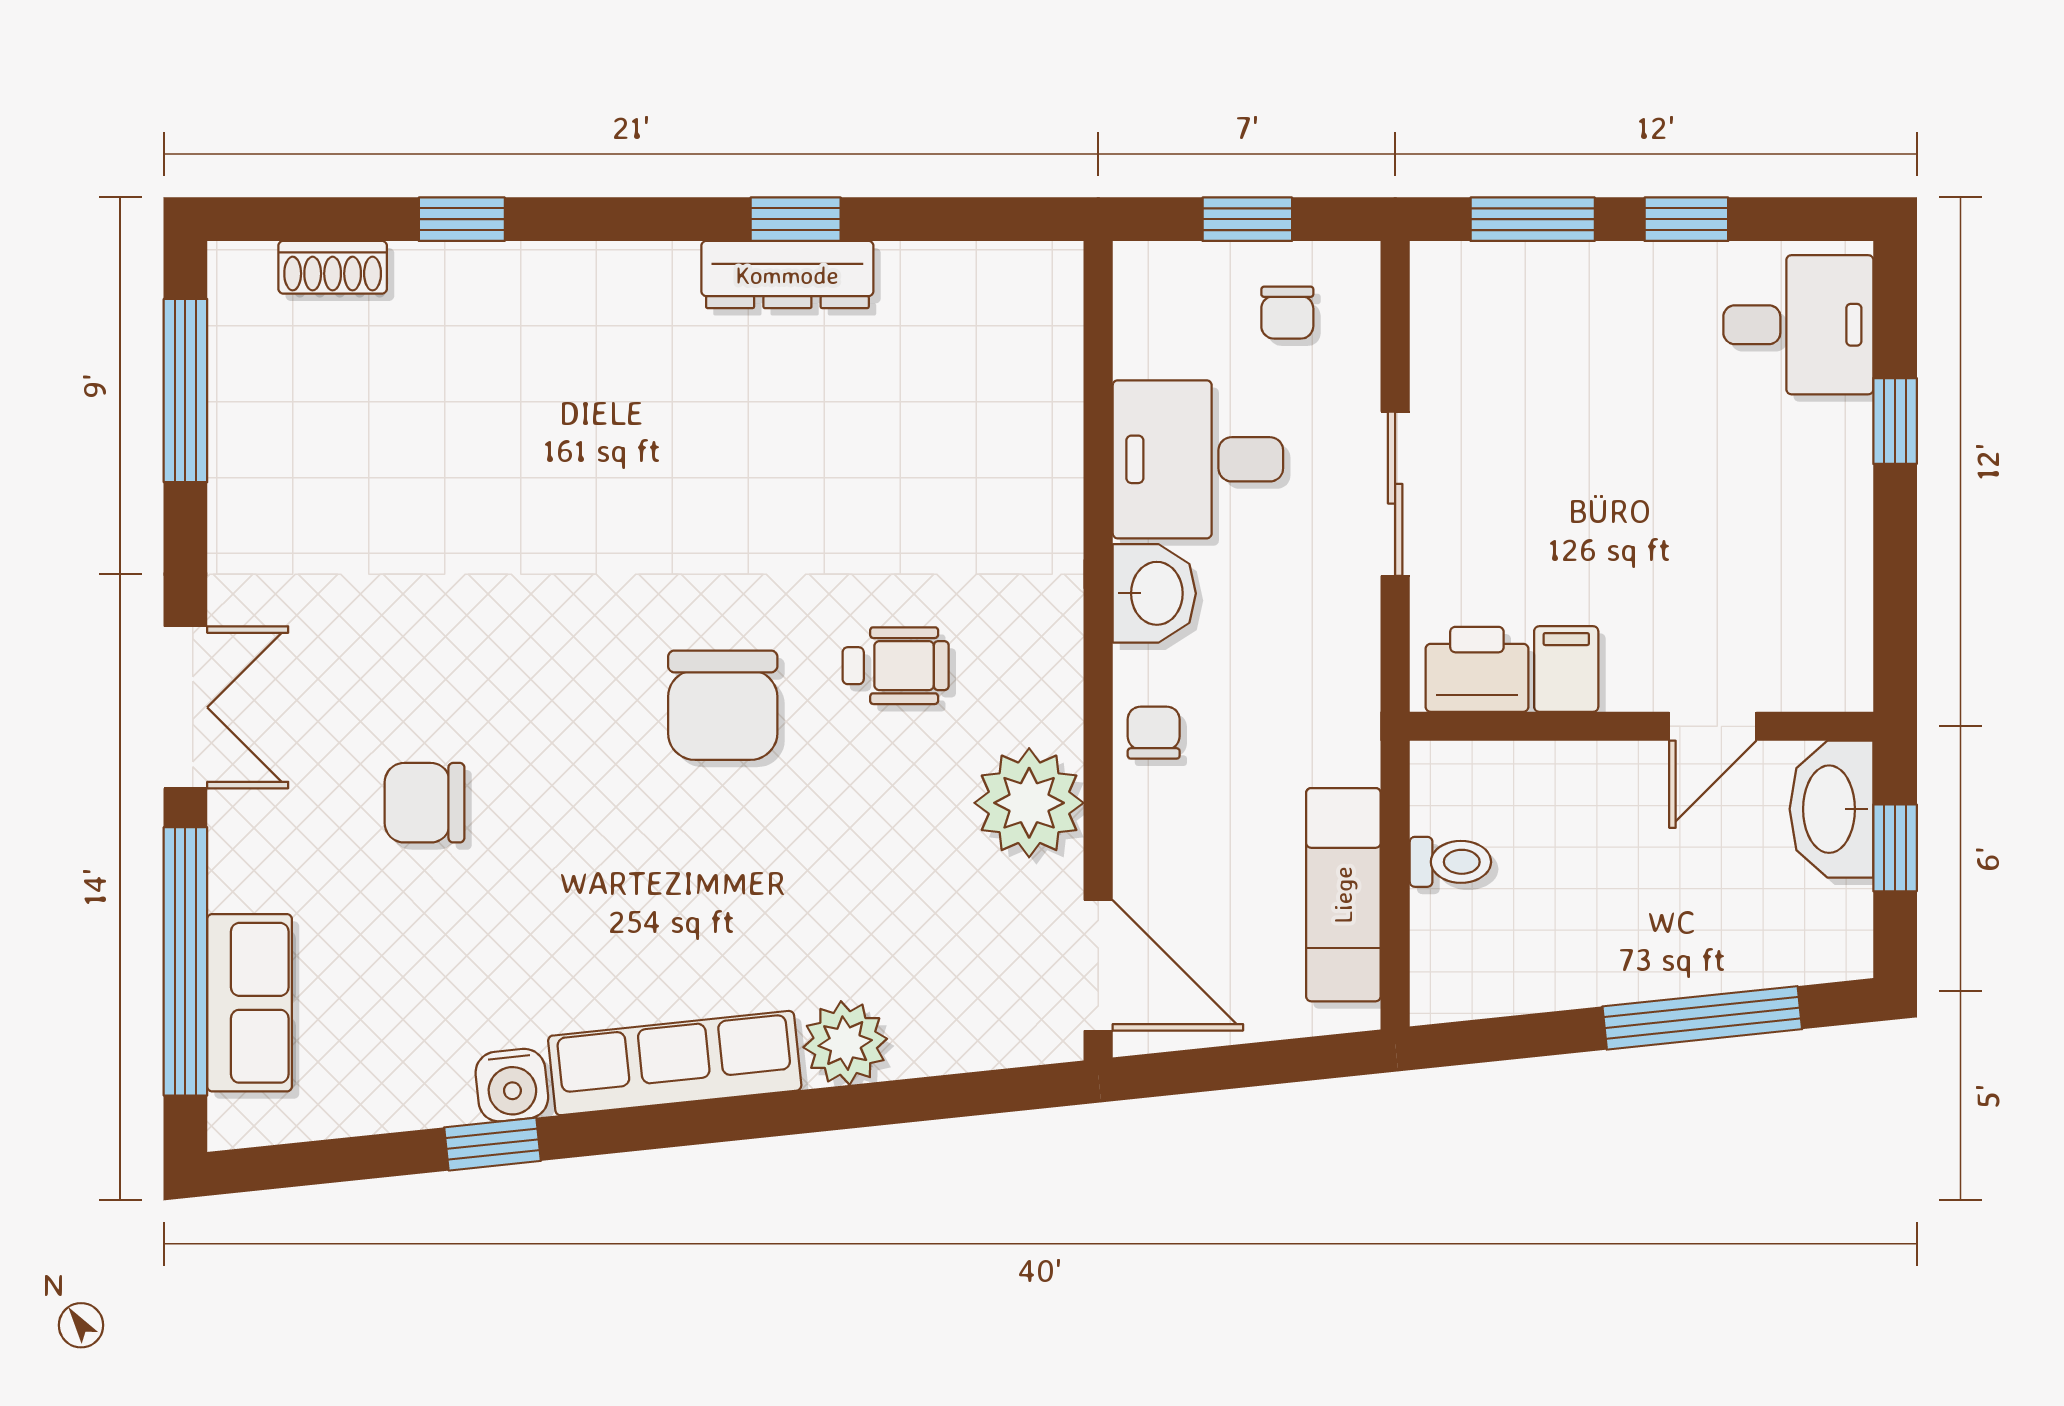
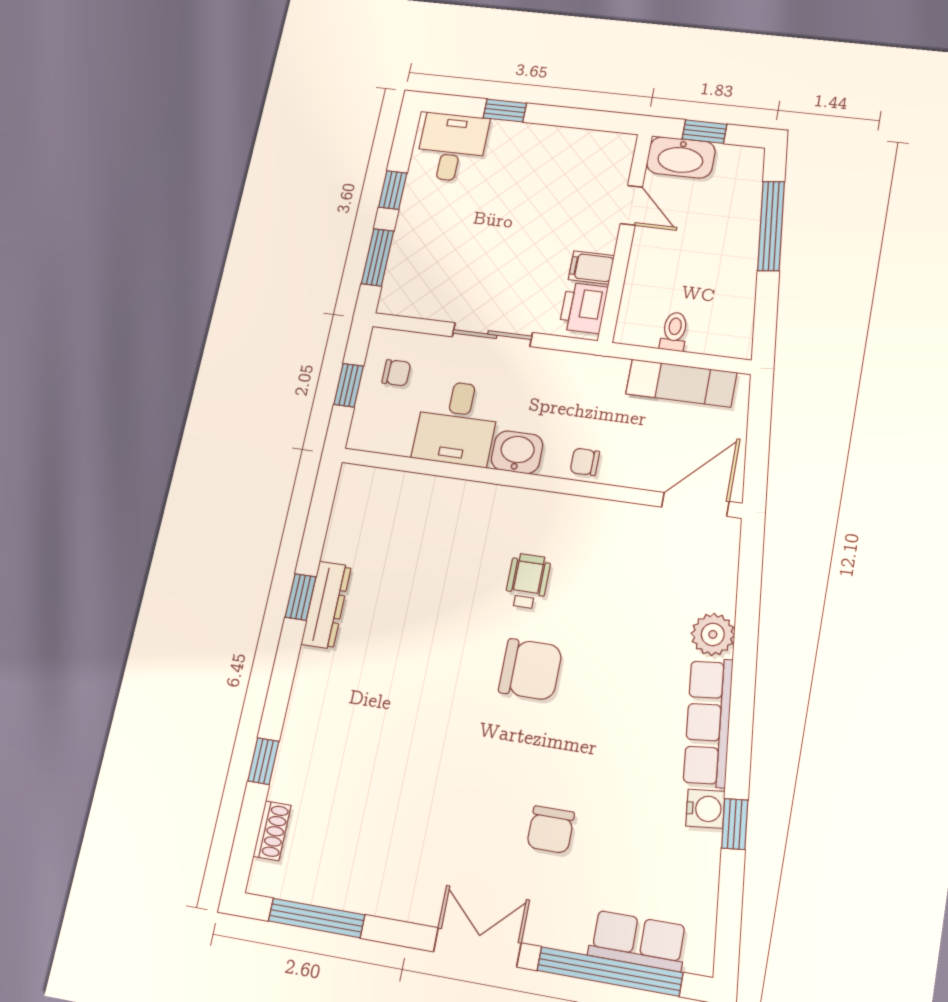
plant: (1029, 803) -> (608, 526), removed

